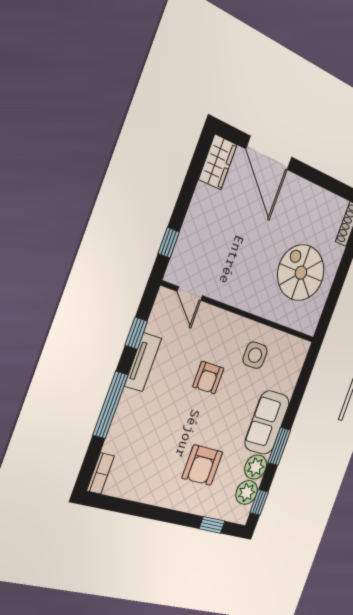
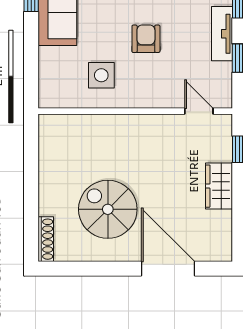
wardrobe: (218, 162) -> (219, 186), moved
spiral stairs: (301, 273) -> (108, 209), moved, turned 180

